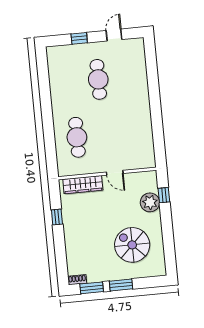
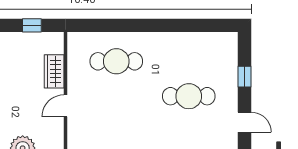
wardrobe: (83, 185) -> (54, 71), width x0.67
window: (57, 217) -> (32, 25), moved

